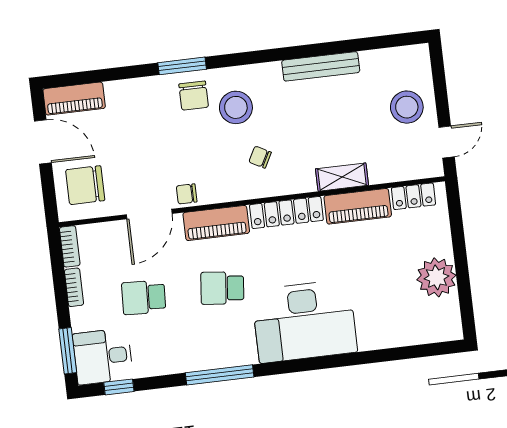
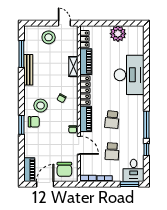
window: (358, 45) -> (21, 54), added
desk: (304, 321) -> (129, 75), moved
window: (119, 387) -> (146, 149), moved

